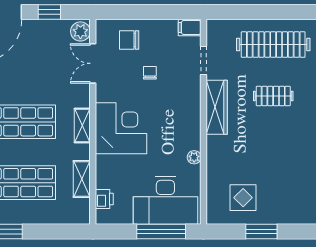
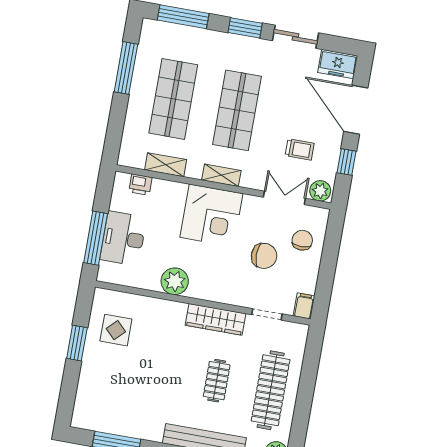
trolley: (45, 57) -> (300, 149), added
chair: (150, 73) -> (264, 256), width x1.87, depth x1.87
plant: (194, 157) -> (175, 281), width x1.88, depth x1.88
desk: (165, 200) -> (123, 238), width x0.73, depth x0.77

